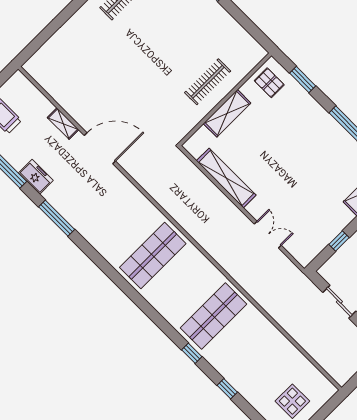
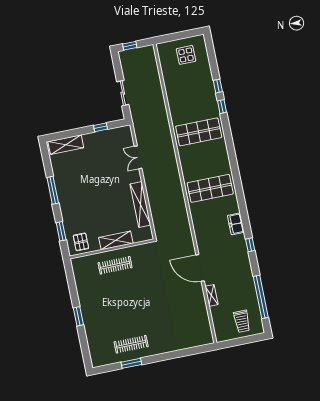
freezer: (36, 177) -> (236, 224), moved
window: (57, 218) -> (250, 245), width x0.46
window: (192, 353) -> (222, 107), moved

